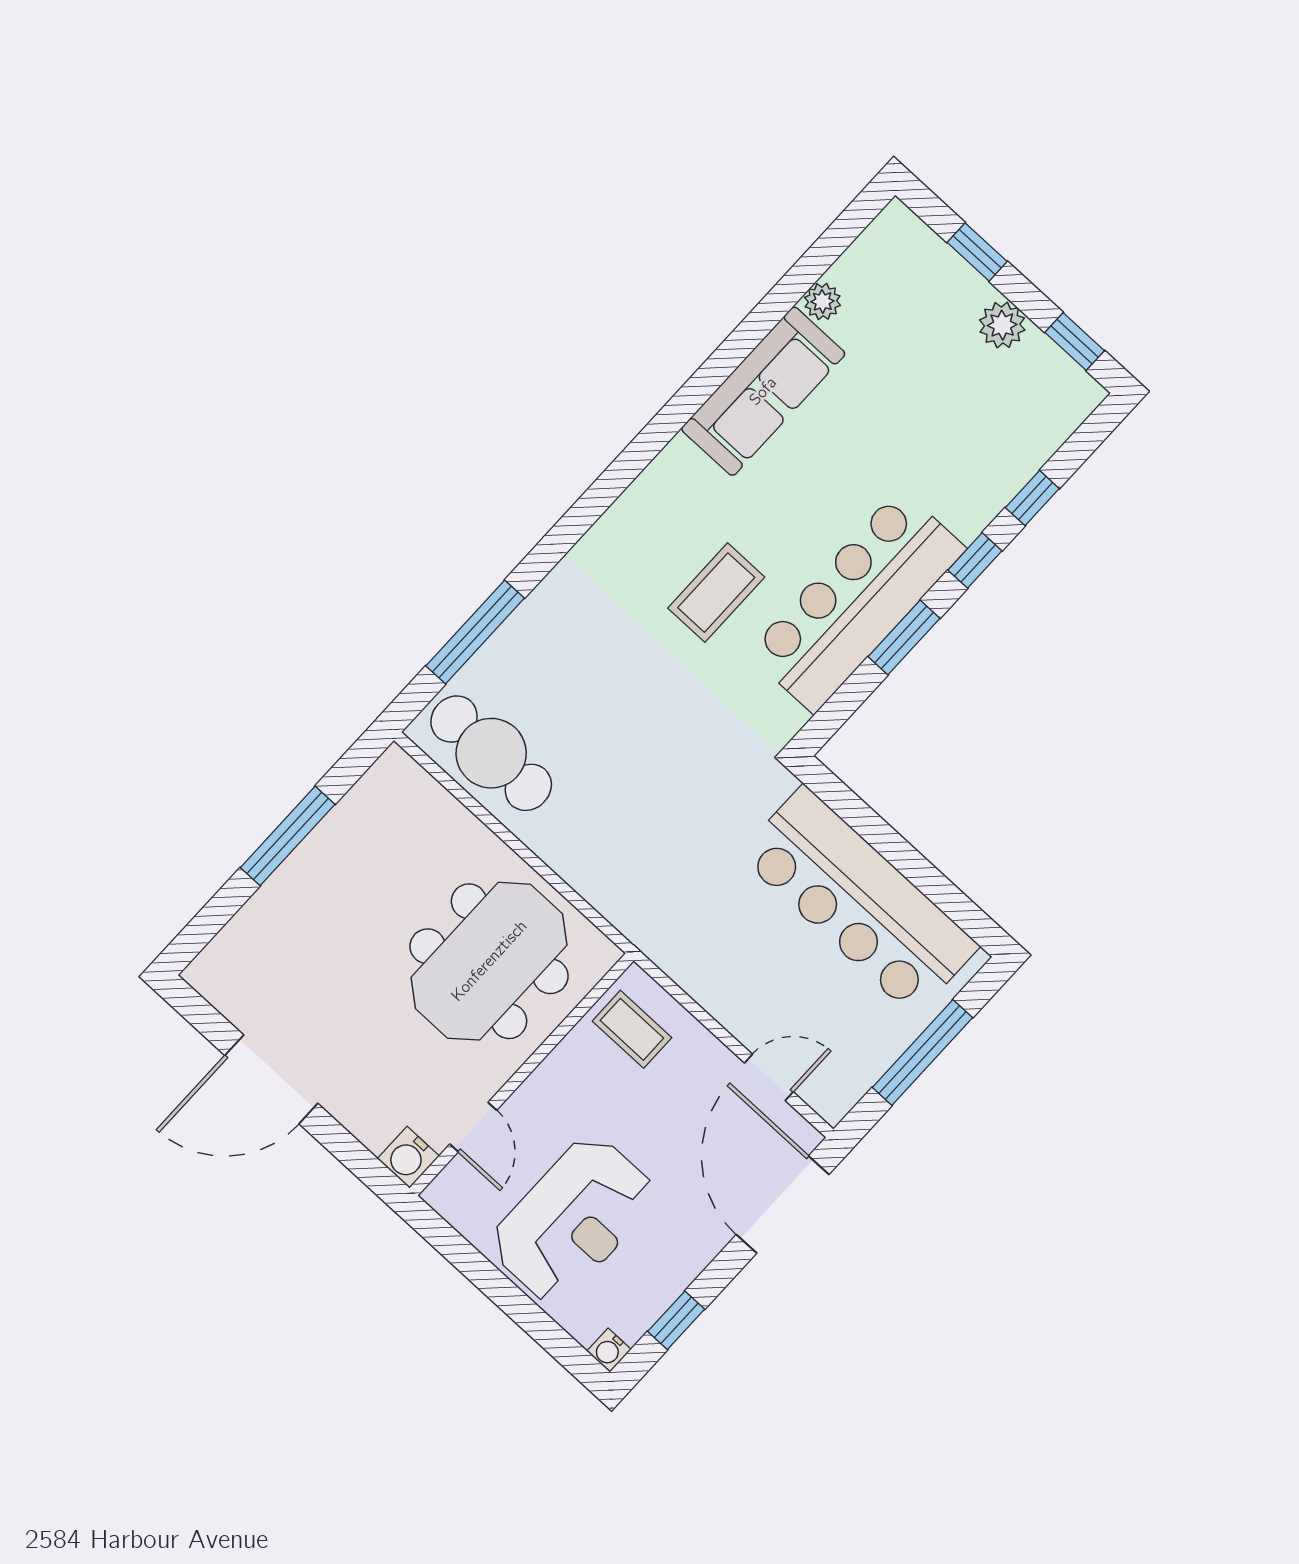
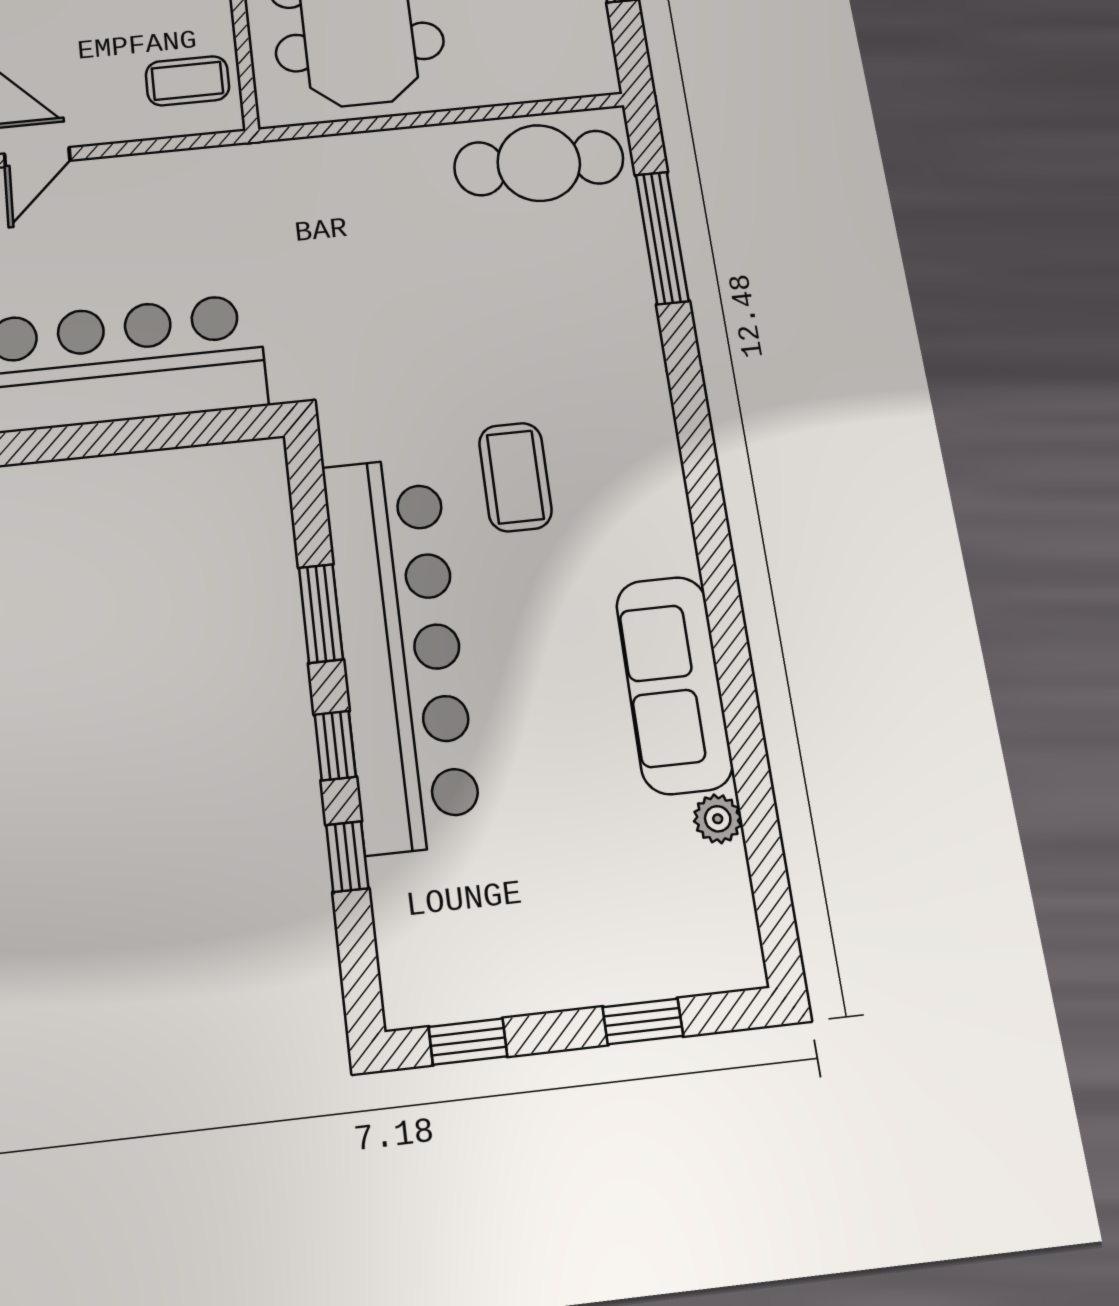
plant: (1002, 325) -> (546, 981), removed
bar counter: (857, 601) -> (401, 650), width x1.36

